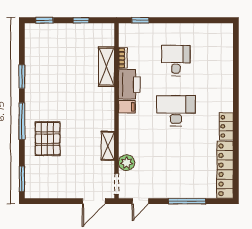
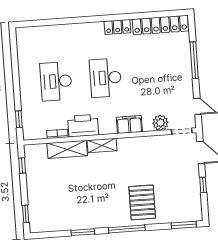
window: (81, 20) -> (22, 166), moved
desk: (176, 60) -> (56, 81), width x1.37
filing cabinet: (127, 107) -> (129, 125), moved, width x2.00
pallet: (48, 139) -> (142, 202), turned 90
shelving: (108, 146) -> (102, 145), moved
window: (61, 201) -> (203, 185), added

